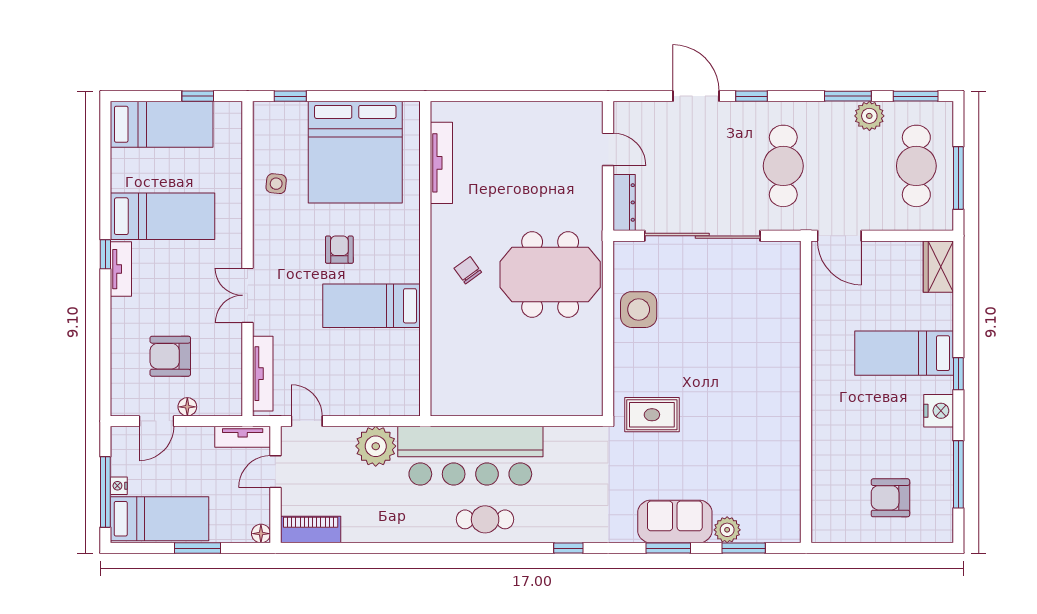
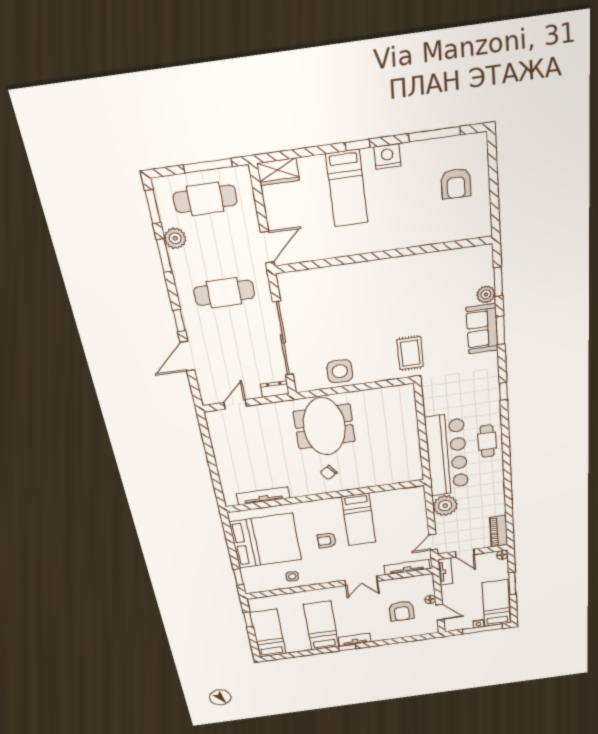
dresser: (624, 202) -> (275, 389), width x0.70

